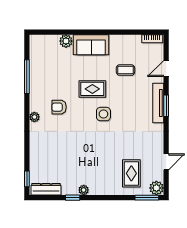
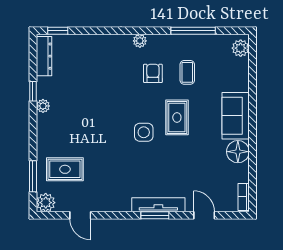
plant: (66, 41) -> (241, 48), moved
floor lamp: (118, 43) -> (238, 152), added
coffee table: (125, 70) -> (187, 72), moved
window: (147, 198) -> (33, 176), moved

